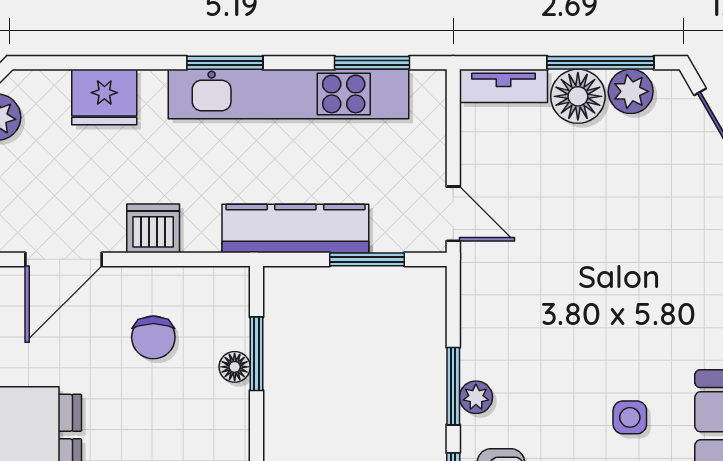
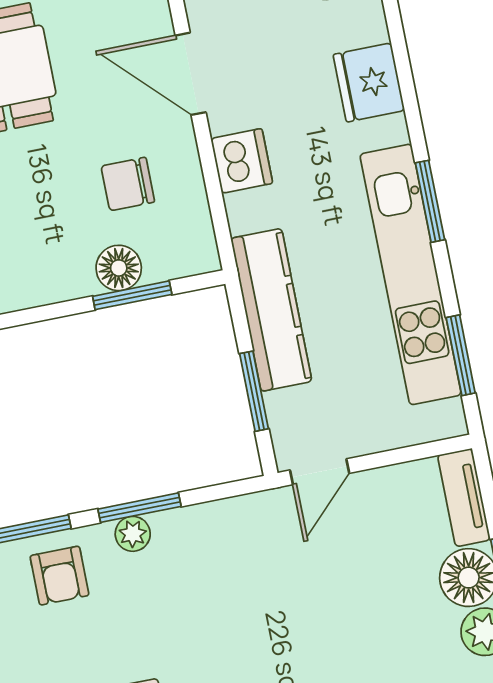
floor lamp: (235, 367) -> (119, 268), width x1.37, depth x1.37

